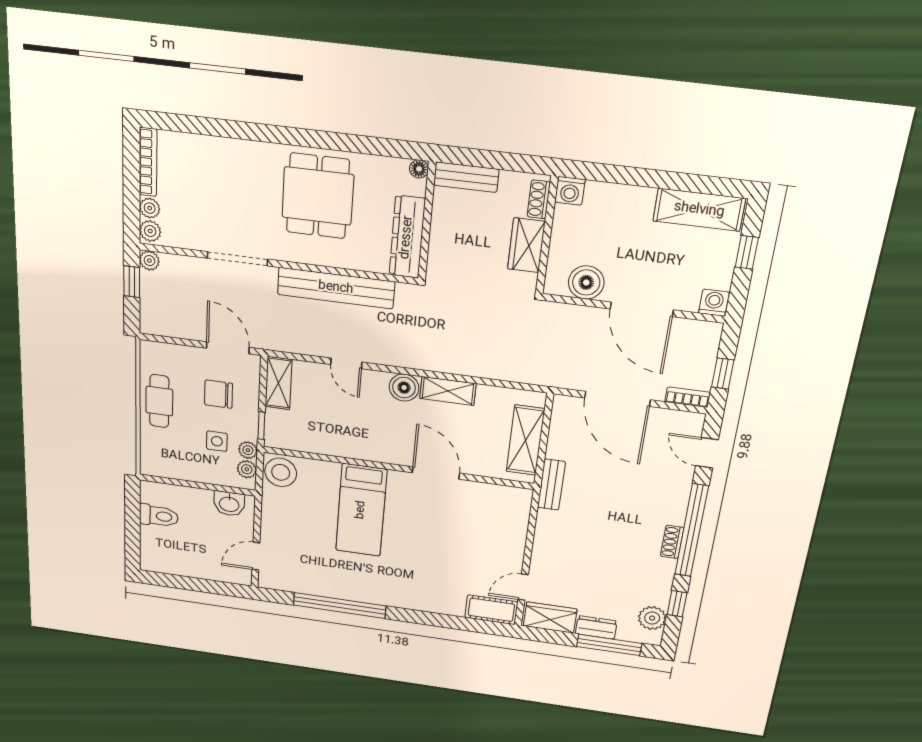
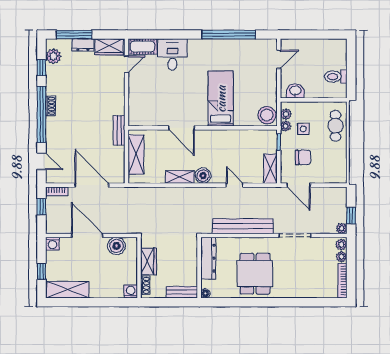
cafe table: (159, 401) -> (336, 126), moved
desk: (440, 590) -> (172, 55), added

